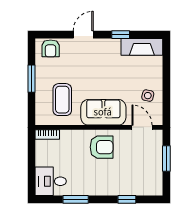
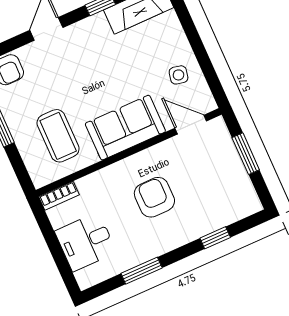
armchair: (102, 147) -> (154, 197), moved, turned -90
desk: (51, 181) -> (86, 242), moved

